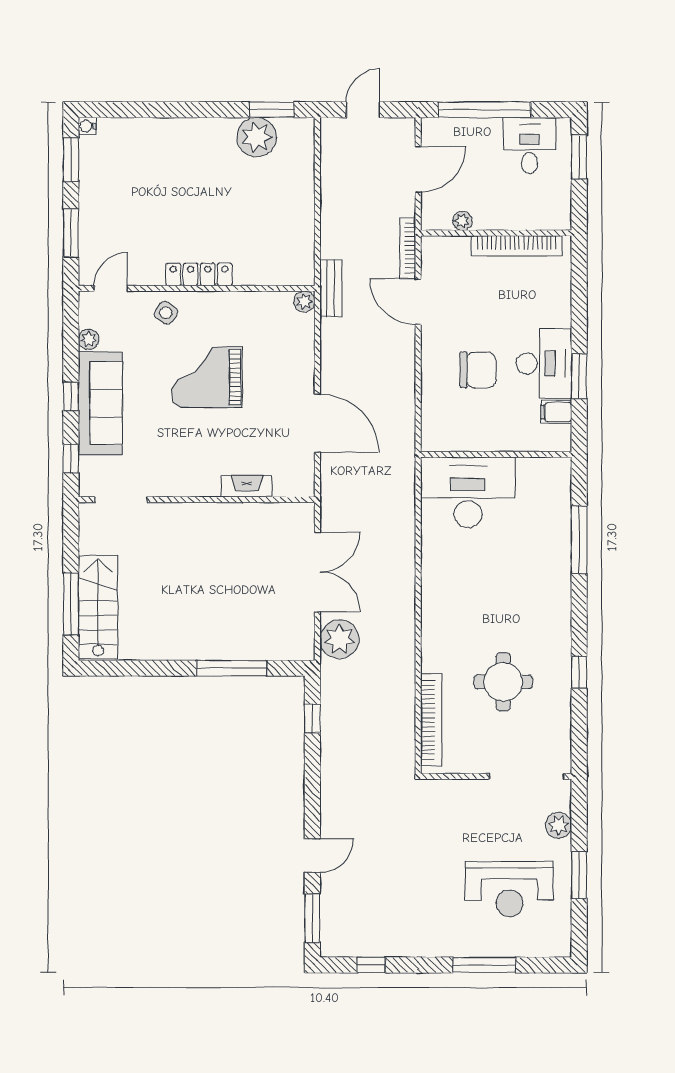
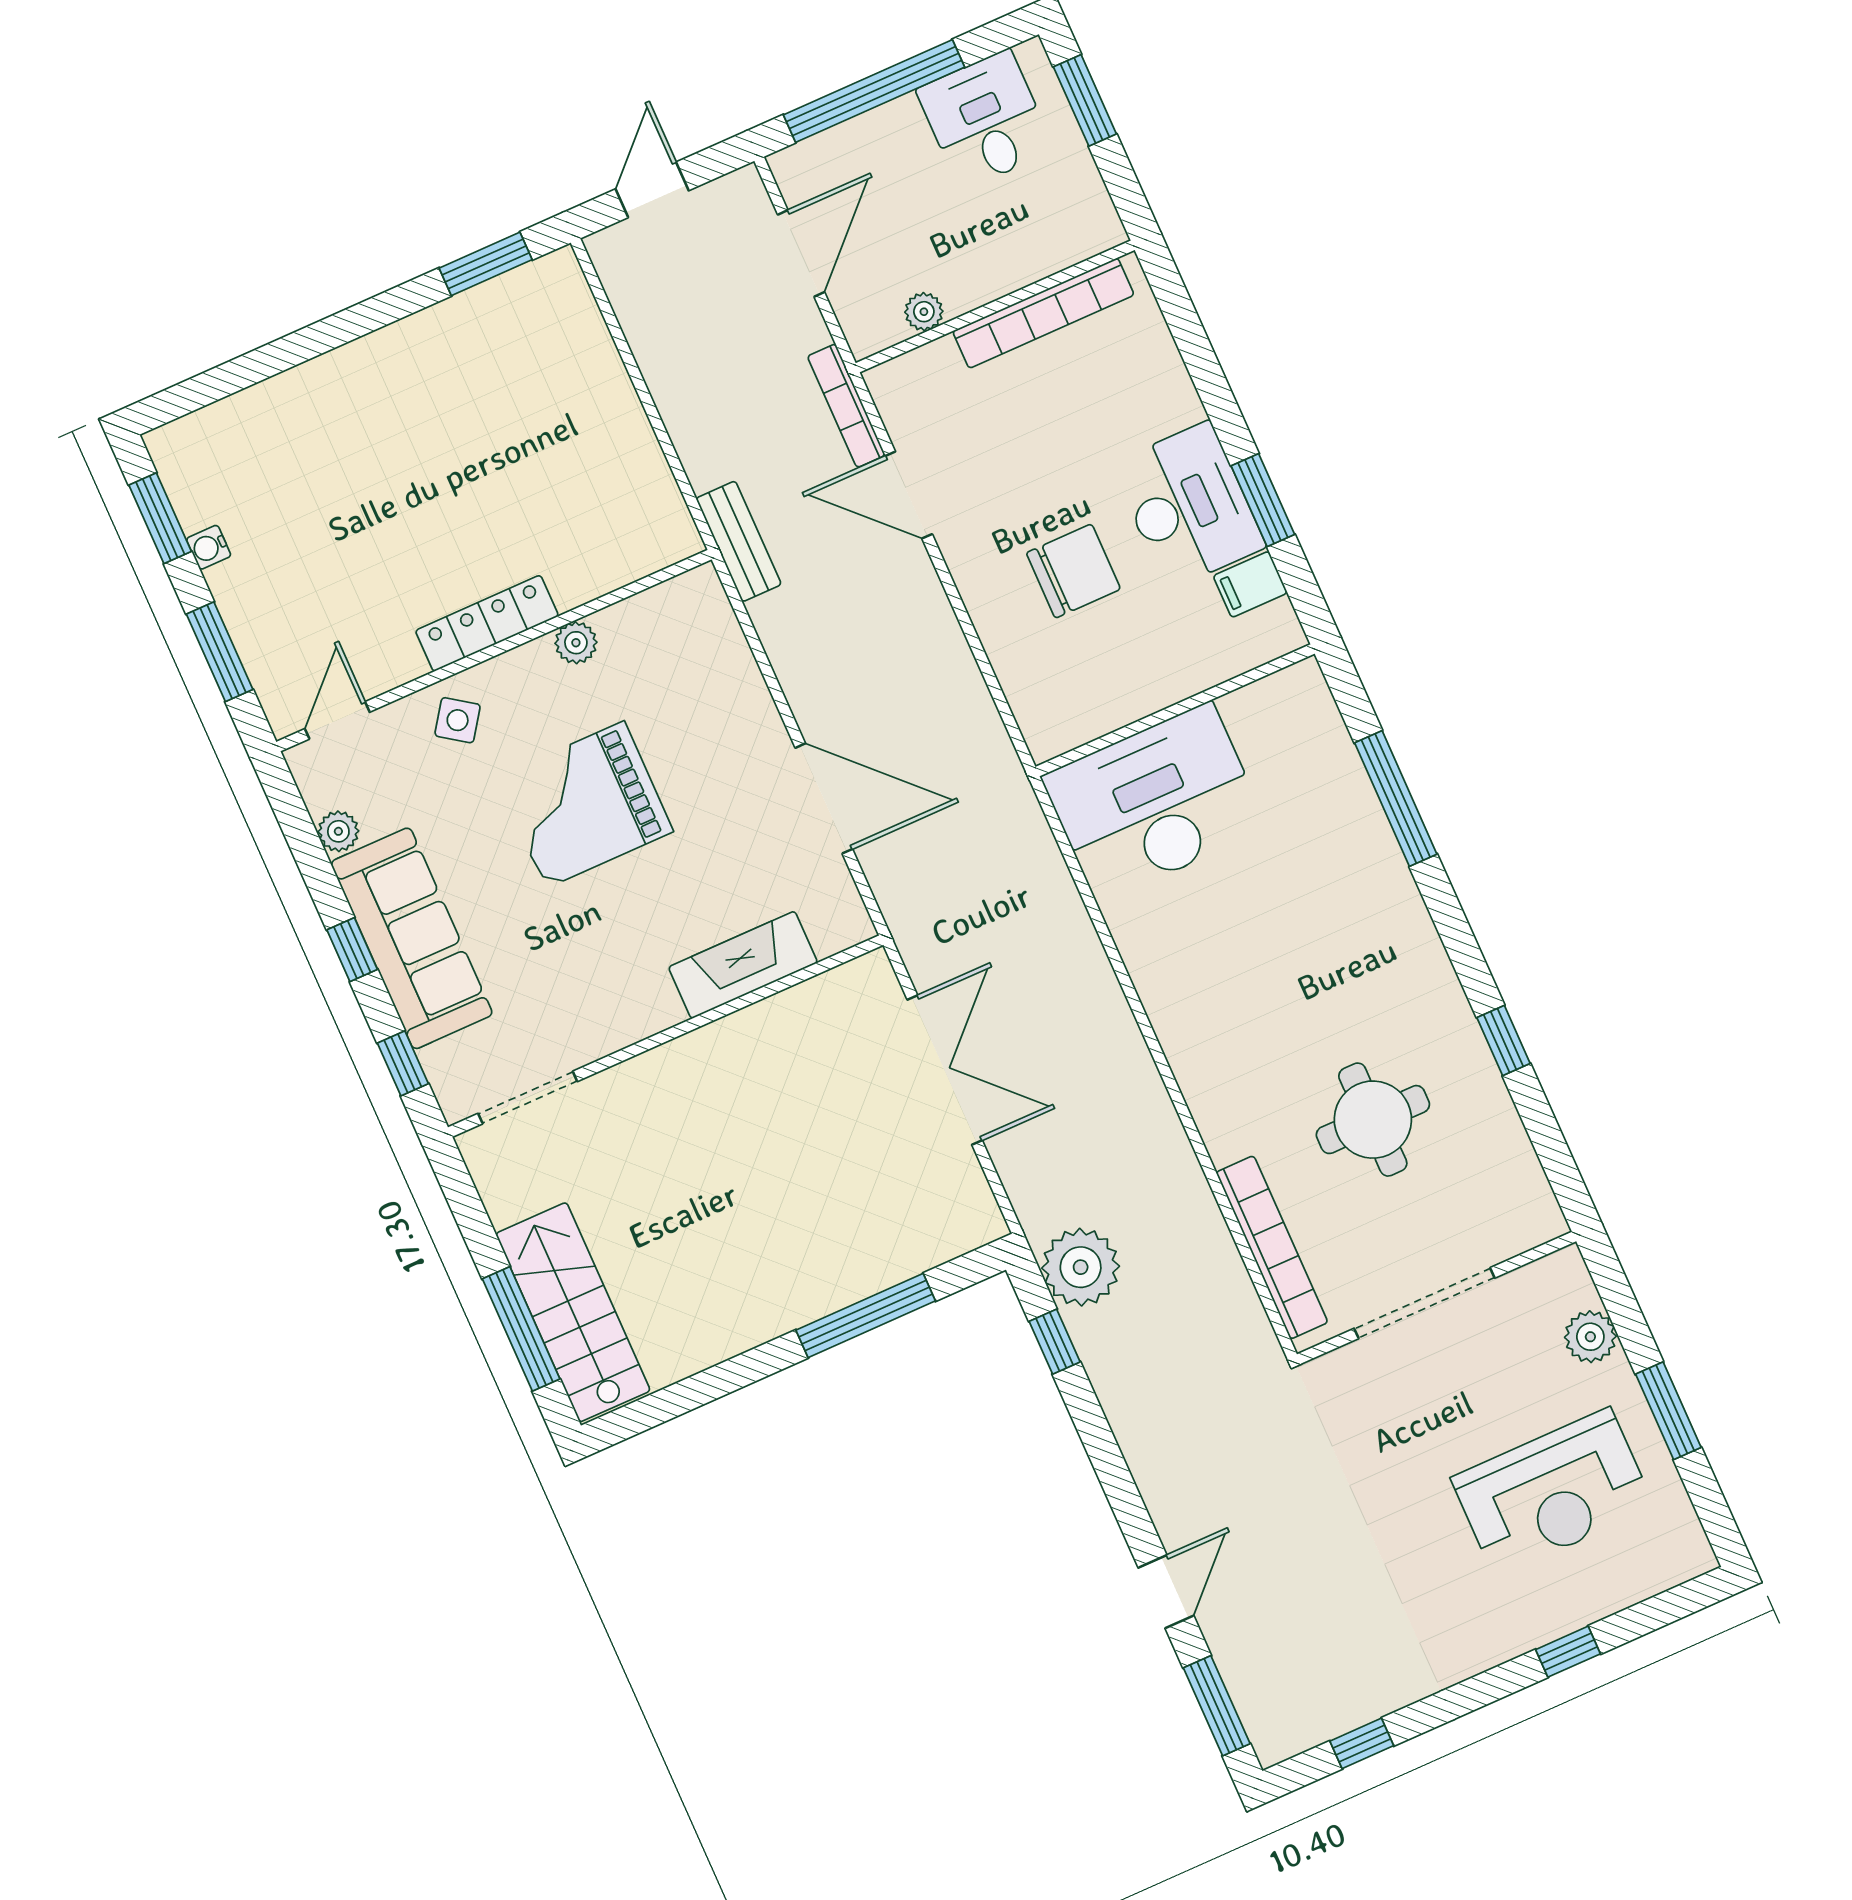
water cooler: (87, 126) -> (209, 547), moved
plant: (257, 137) -> (481, 326), removed
plant: (304, 301) -> (576, 643), moved
fireplace: (247, 486) -> (743, 965), width x1.37, depth x1.32
plant: (339, 639) -> (1081, 1267), moved
doorway: (527, 776) -> (1424, 1303), moved
window: (484, 965) -> (1568, 1652), width x0.46

